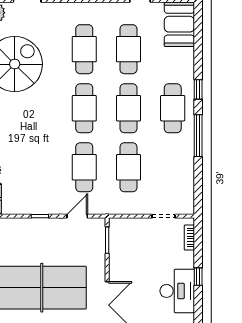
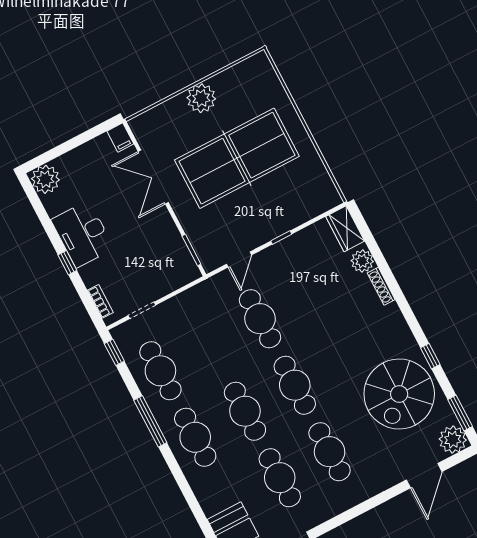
window: (198, 89) -> (114, 352), moved
cafe table: (128, 167) -> (160, 371), moved

